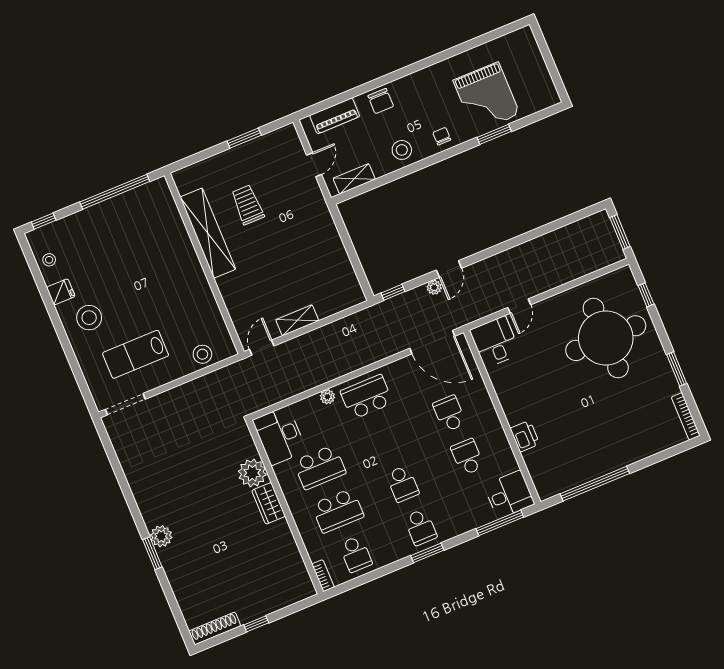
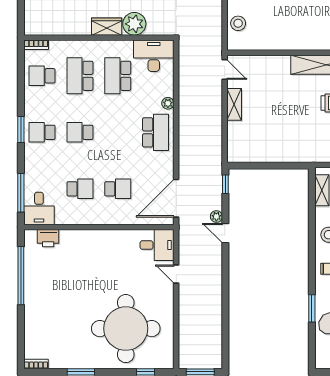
bookcase: (686, 416) -> (36, 364), width x0.64
printer: (525, 436) -> (48, 238), moved

